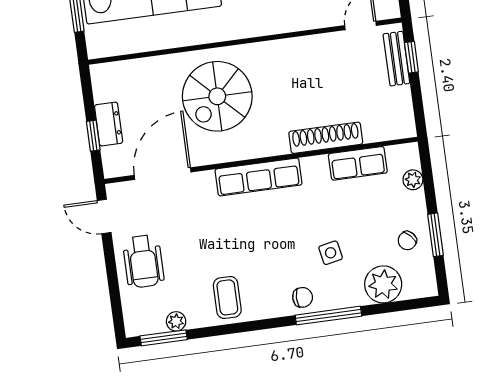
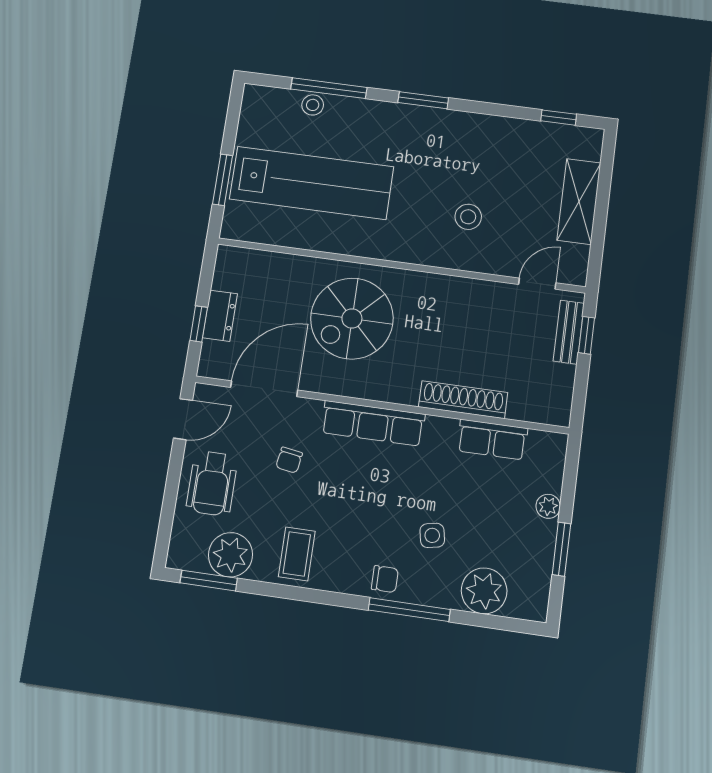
plant: (413, 180) -> (548, 506), moved
door: (104, 217) -> (183, 419), swing flipped
chair: (407, 241) -> (289, 460), moved, turned -37
plant: (176, 321) -> (230, 555), width x1.88, depth x1.88

